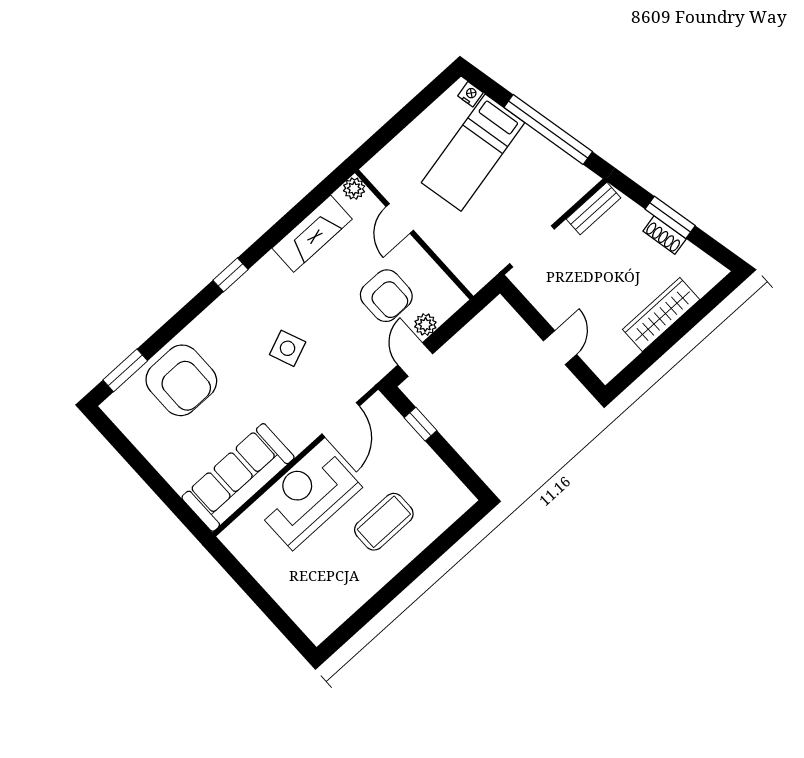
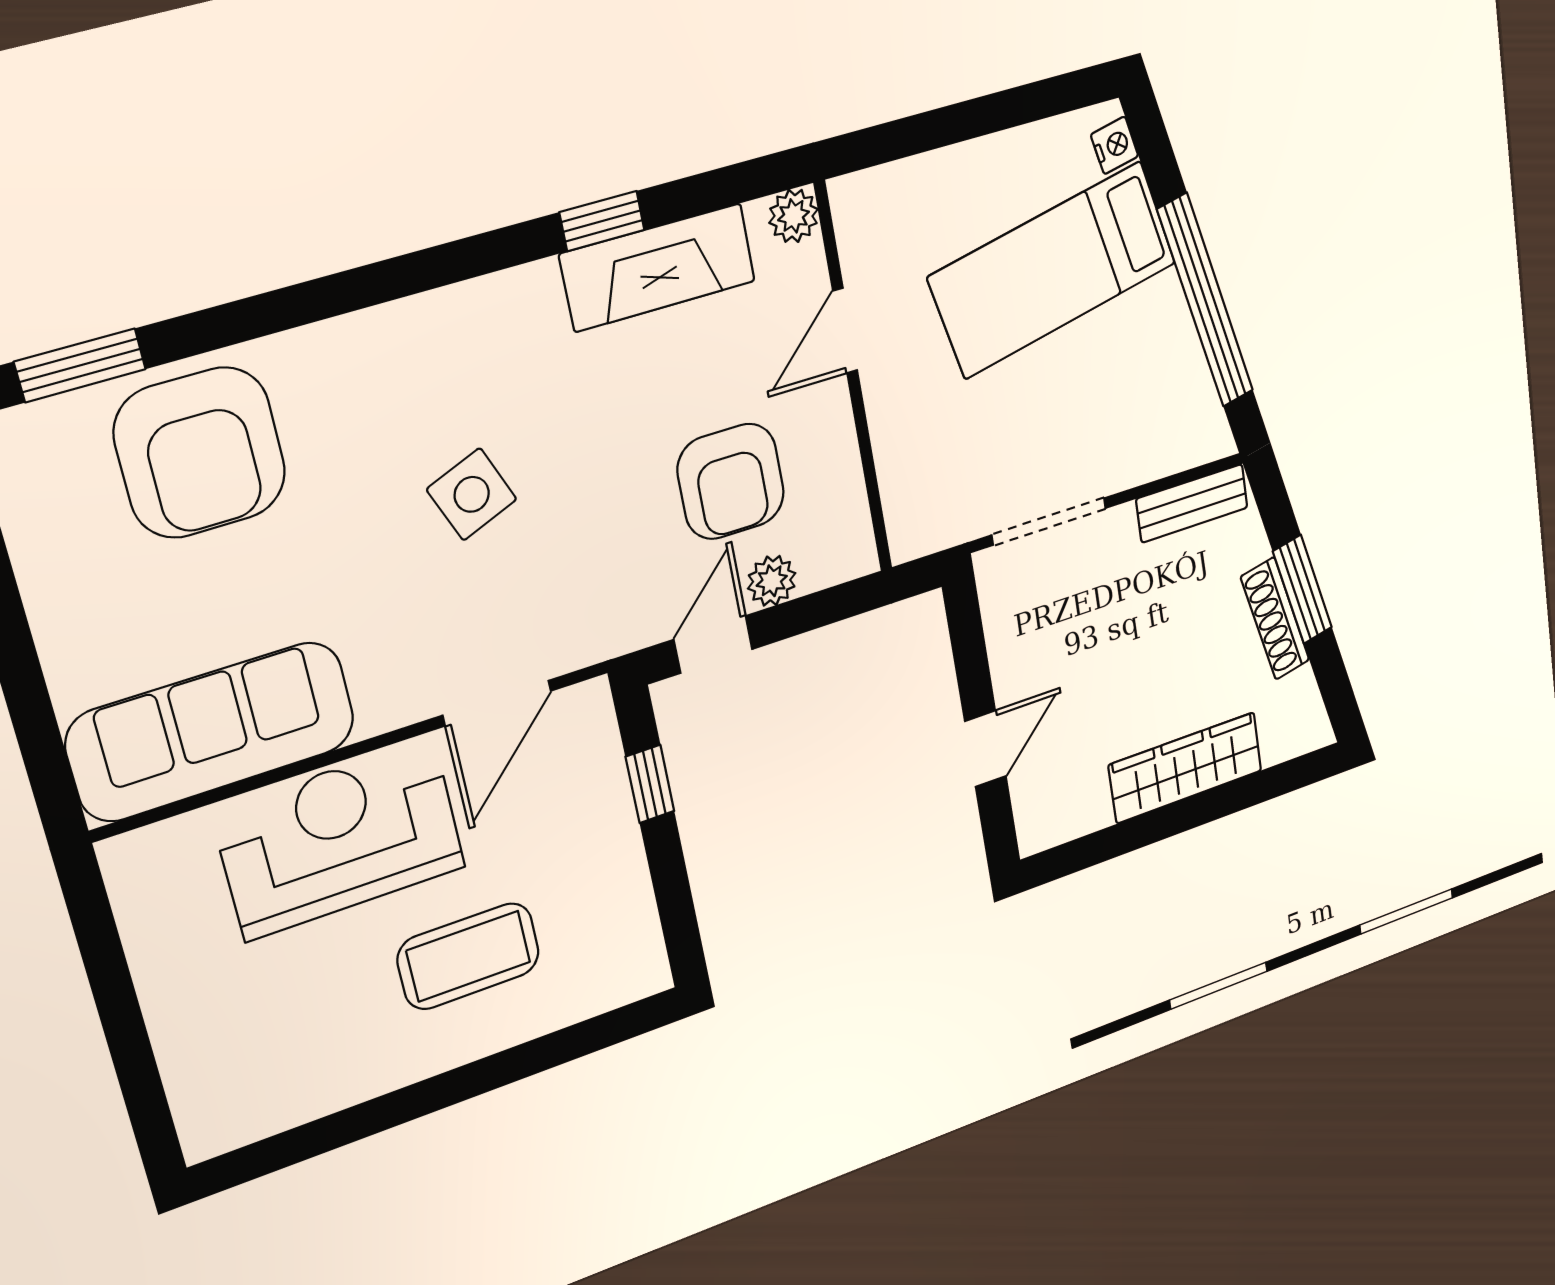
shoe rack: (665, 235) -> (1275, 619), width x1.43
window: (231, 275) -> (602, 221), moved

